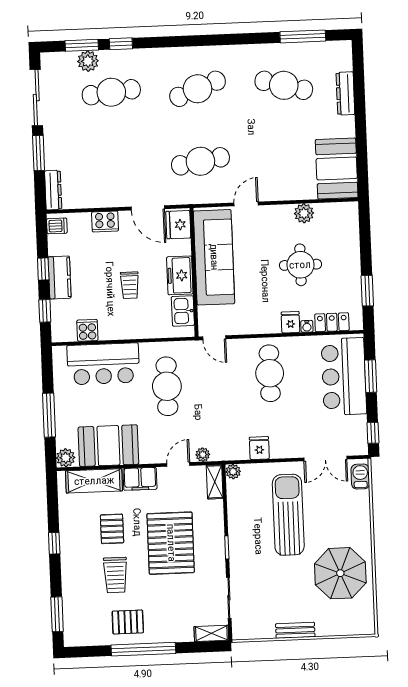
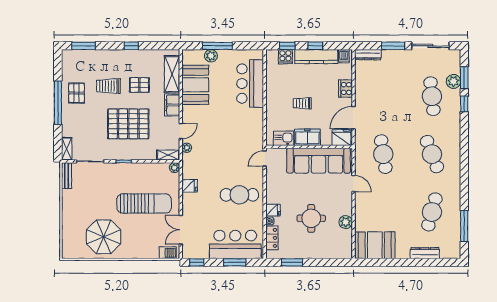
kitchen counter: (60, 277) -> (316, 57), width x1.50
cooker: (87, 330) -> (285, 57), moved, turned 90
cafe table: (167, 386) -> (233, 126), removed
plant: (66, 458) -> (211, 56), moved
door: (178, 464) -> (181, 131), hinge flipped
bench: (295, 630) -> (66, 176), moved

